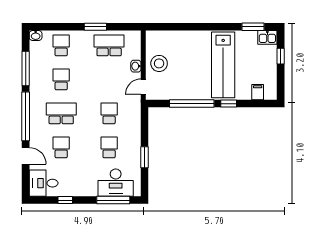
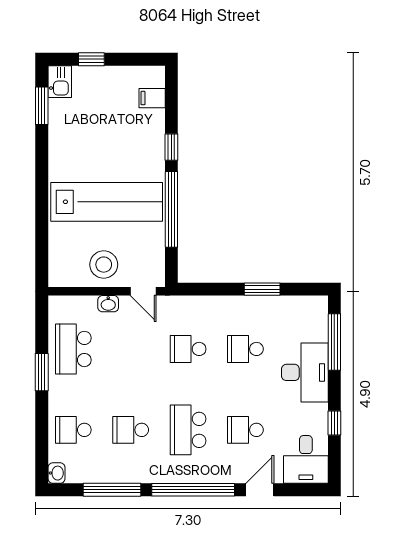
lab bench: (223, 65) -> (107, 202), moved
desk: (116, 183) -> (305, 372), moved

